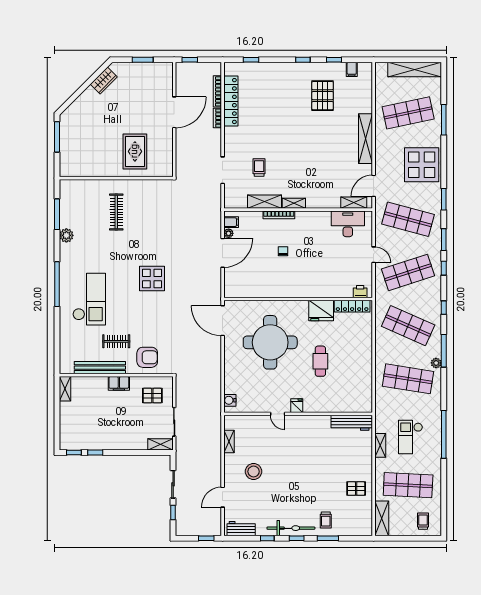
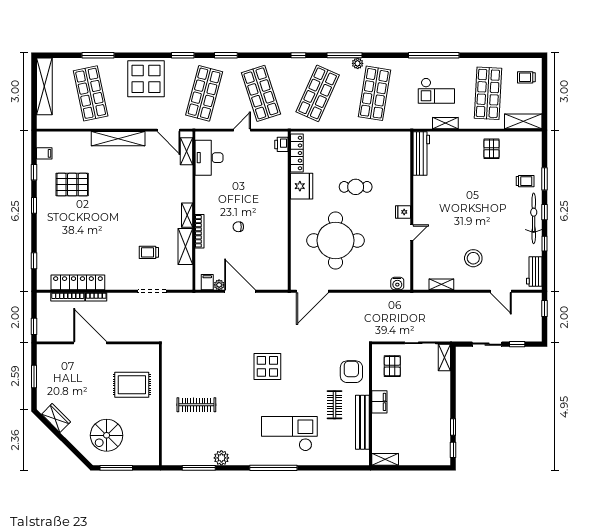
spiral stairs: (88, 128) -> (107, 435), added
window: (444, 268) -> (256, 55), removed

